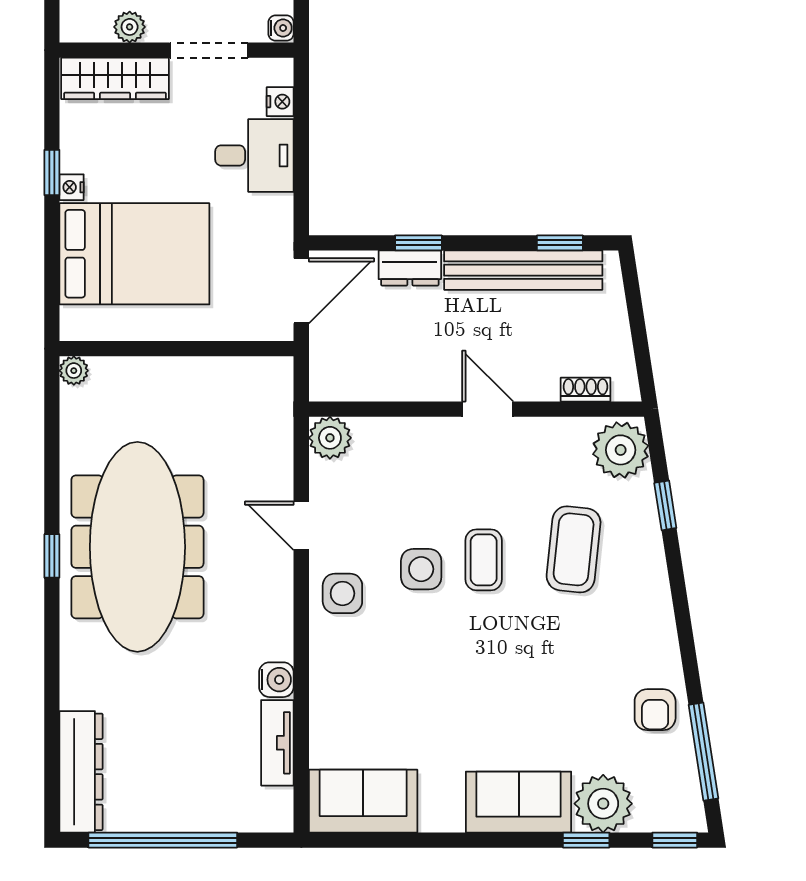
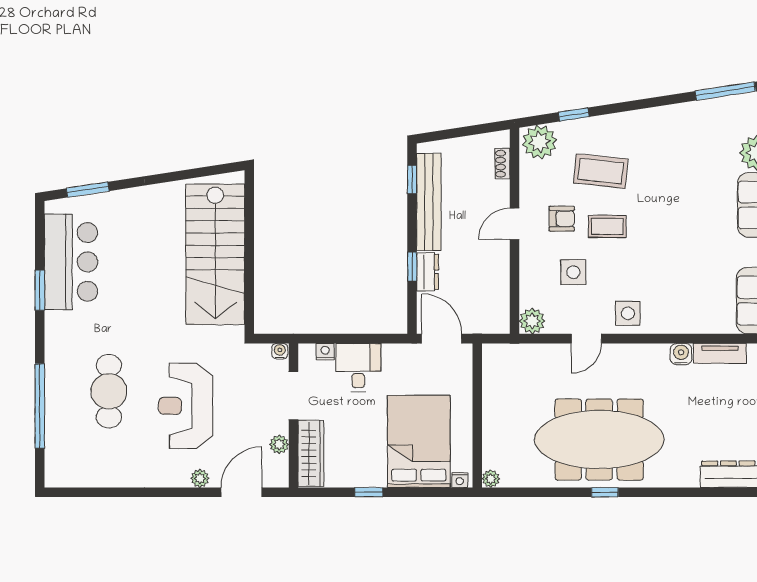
nightstand: (72, 187) -> (460, 480), moved
side table: (421, 569) -> (573, 272), moved
armchair: (655, 710) -> (562, 219), moved

